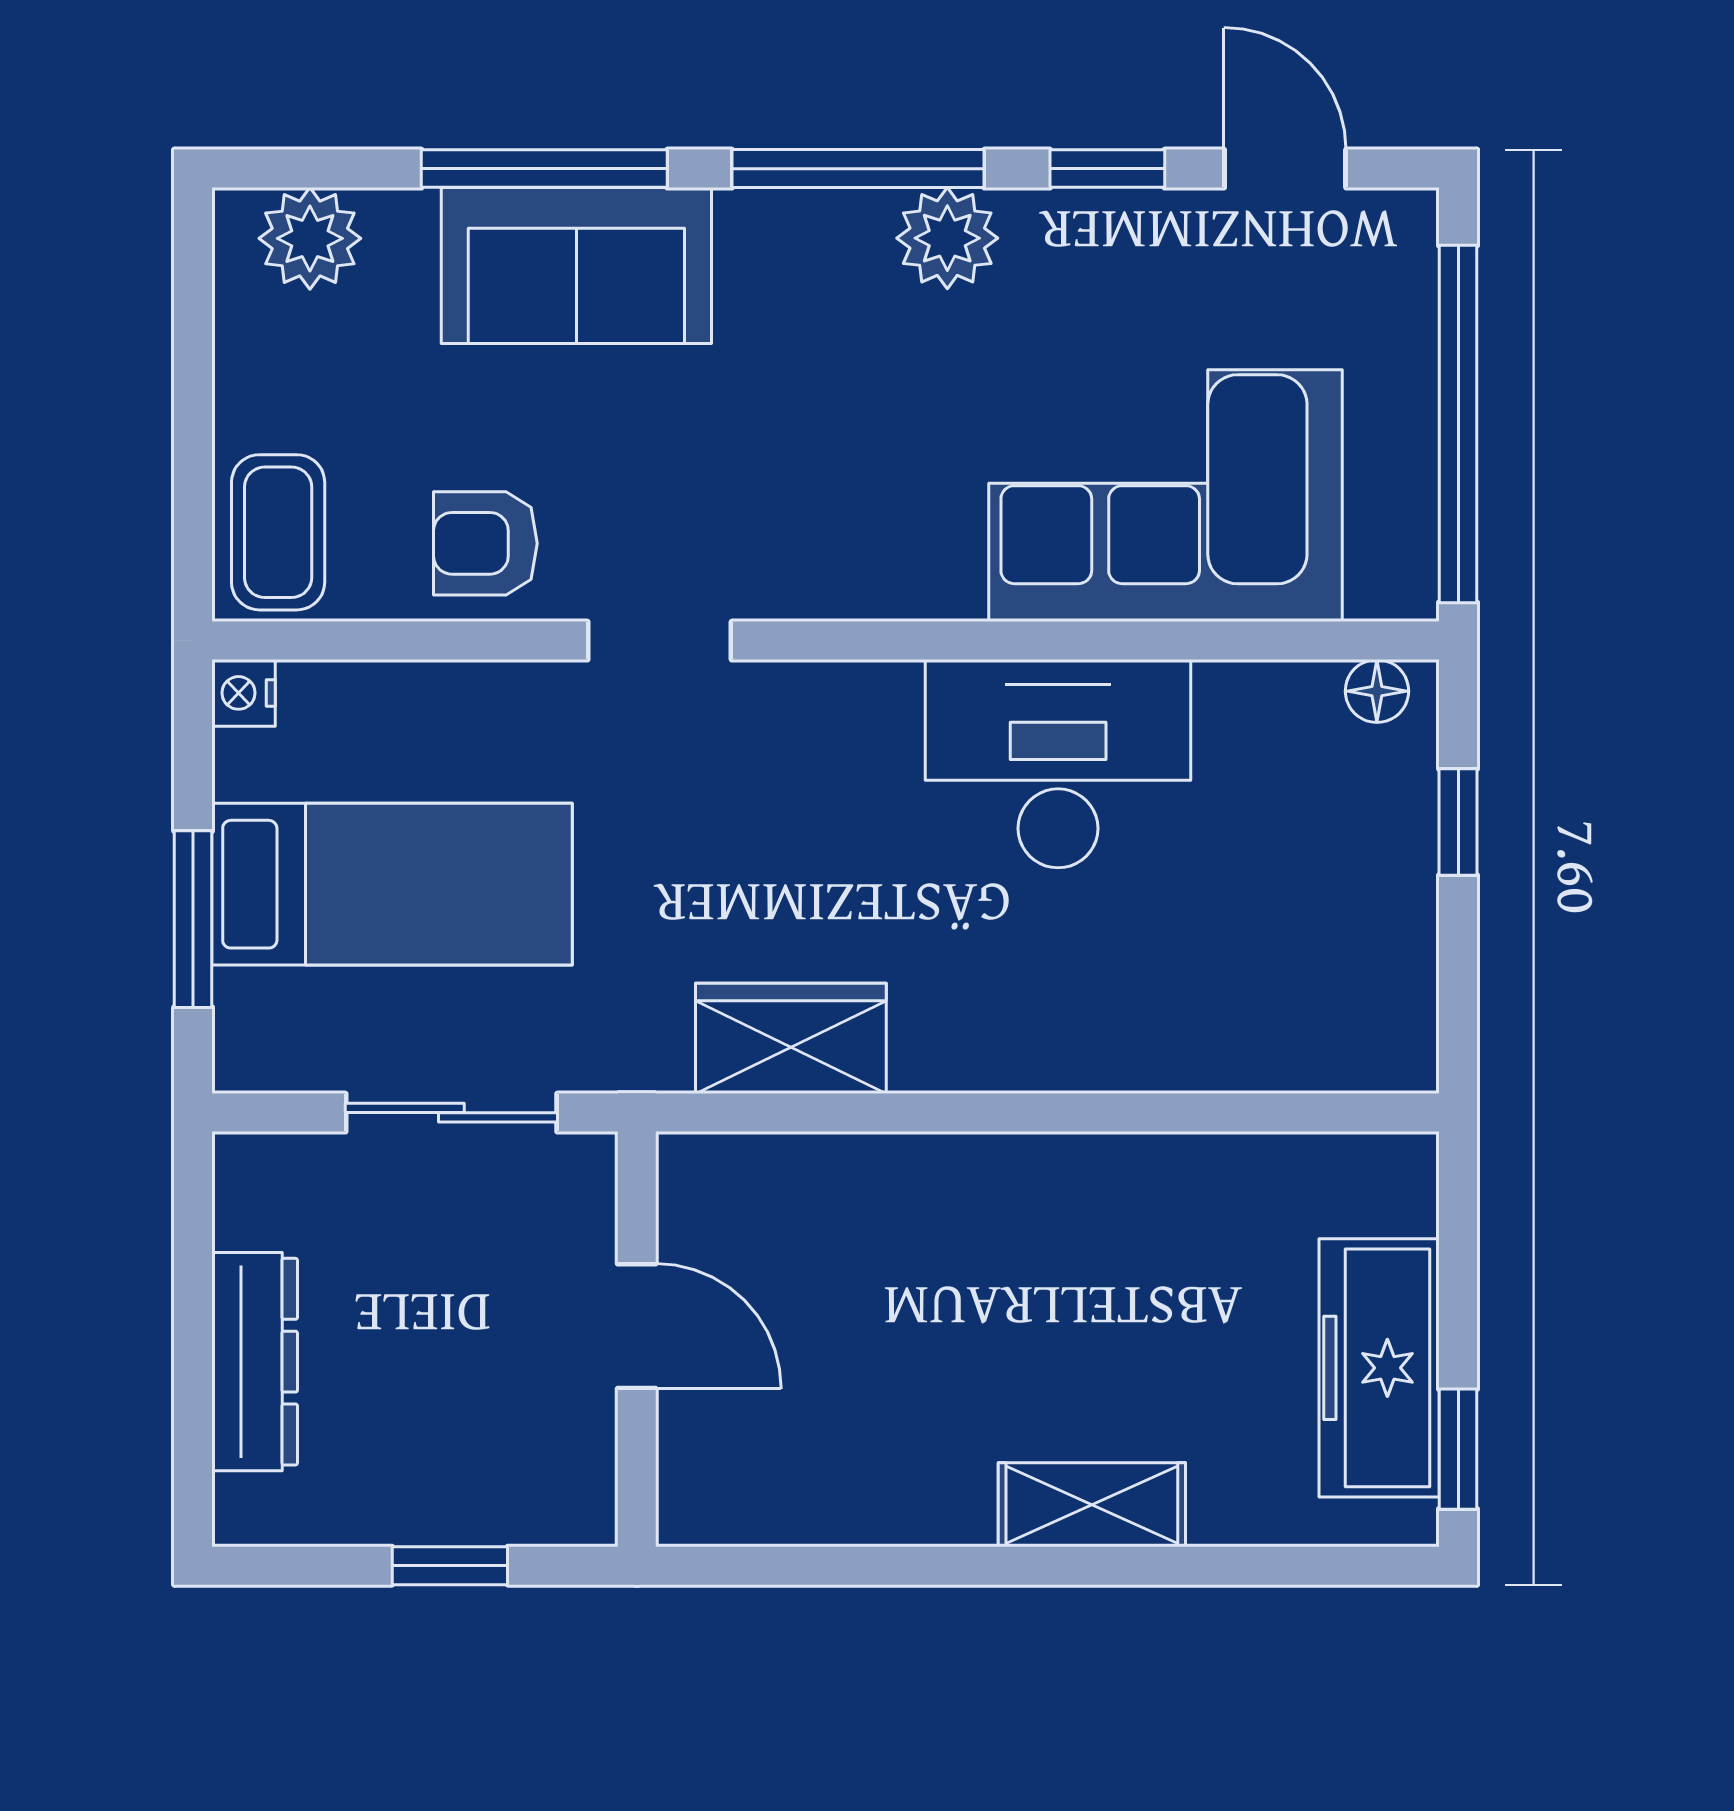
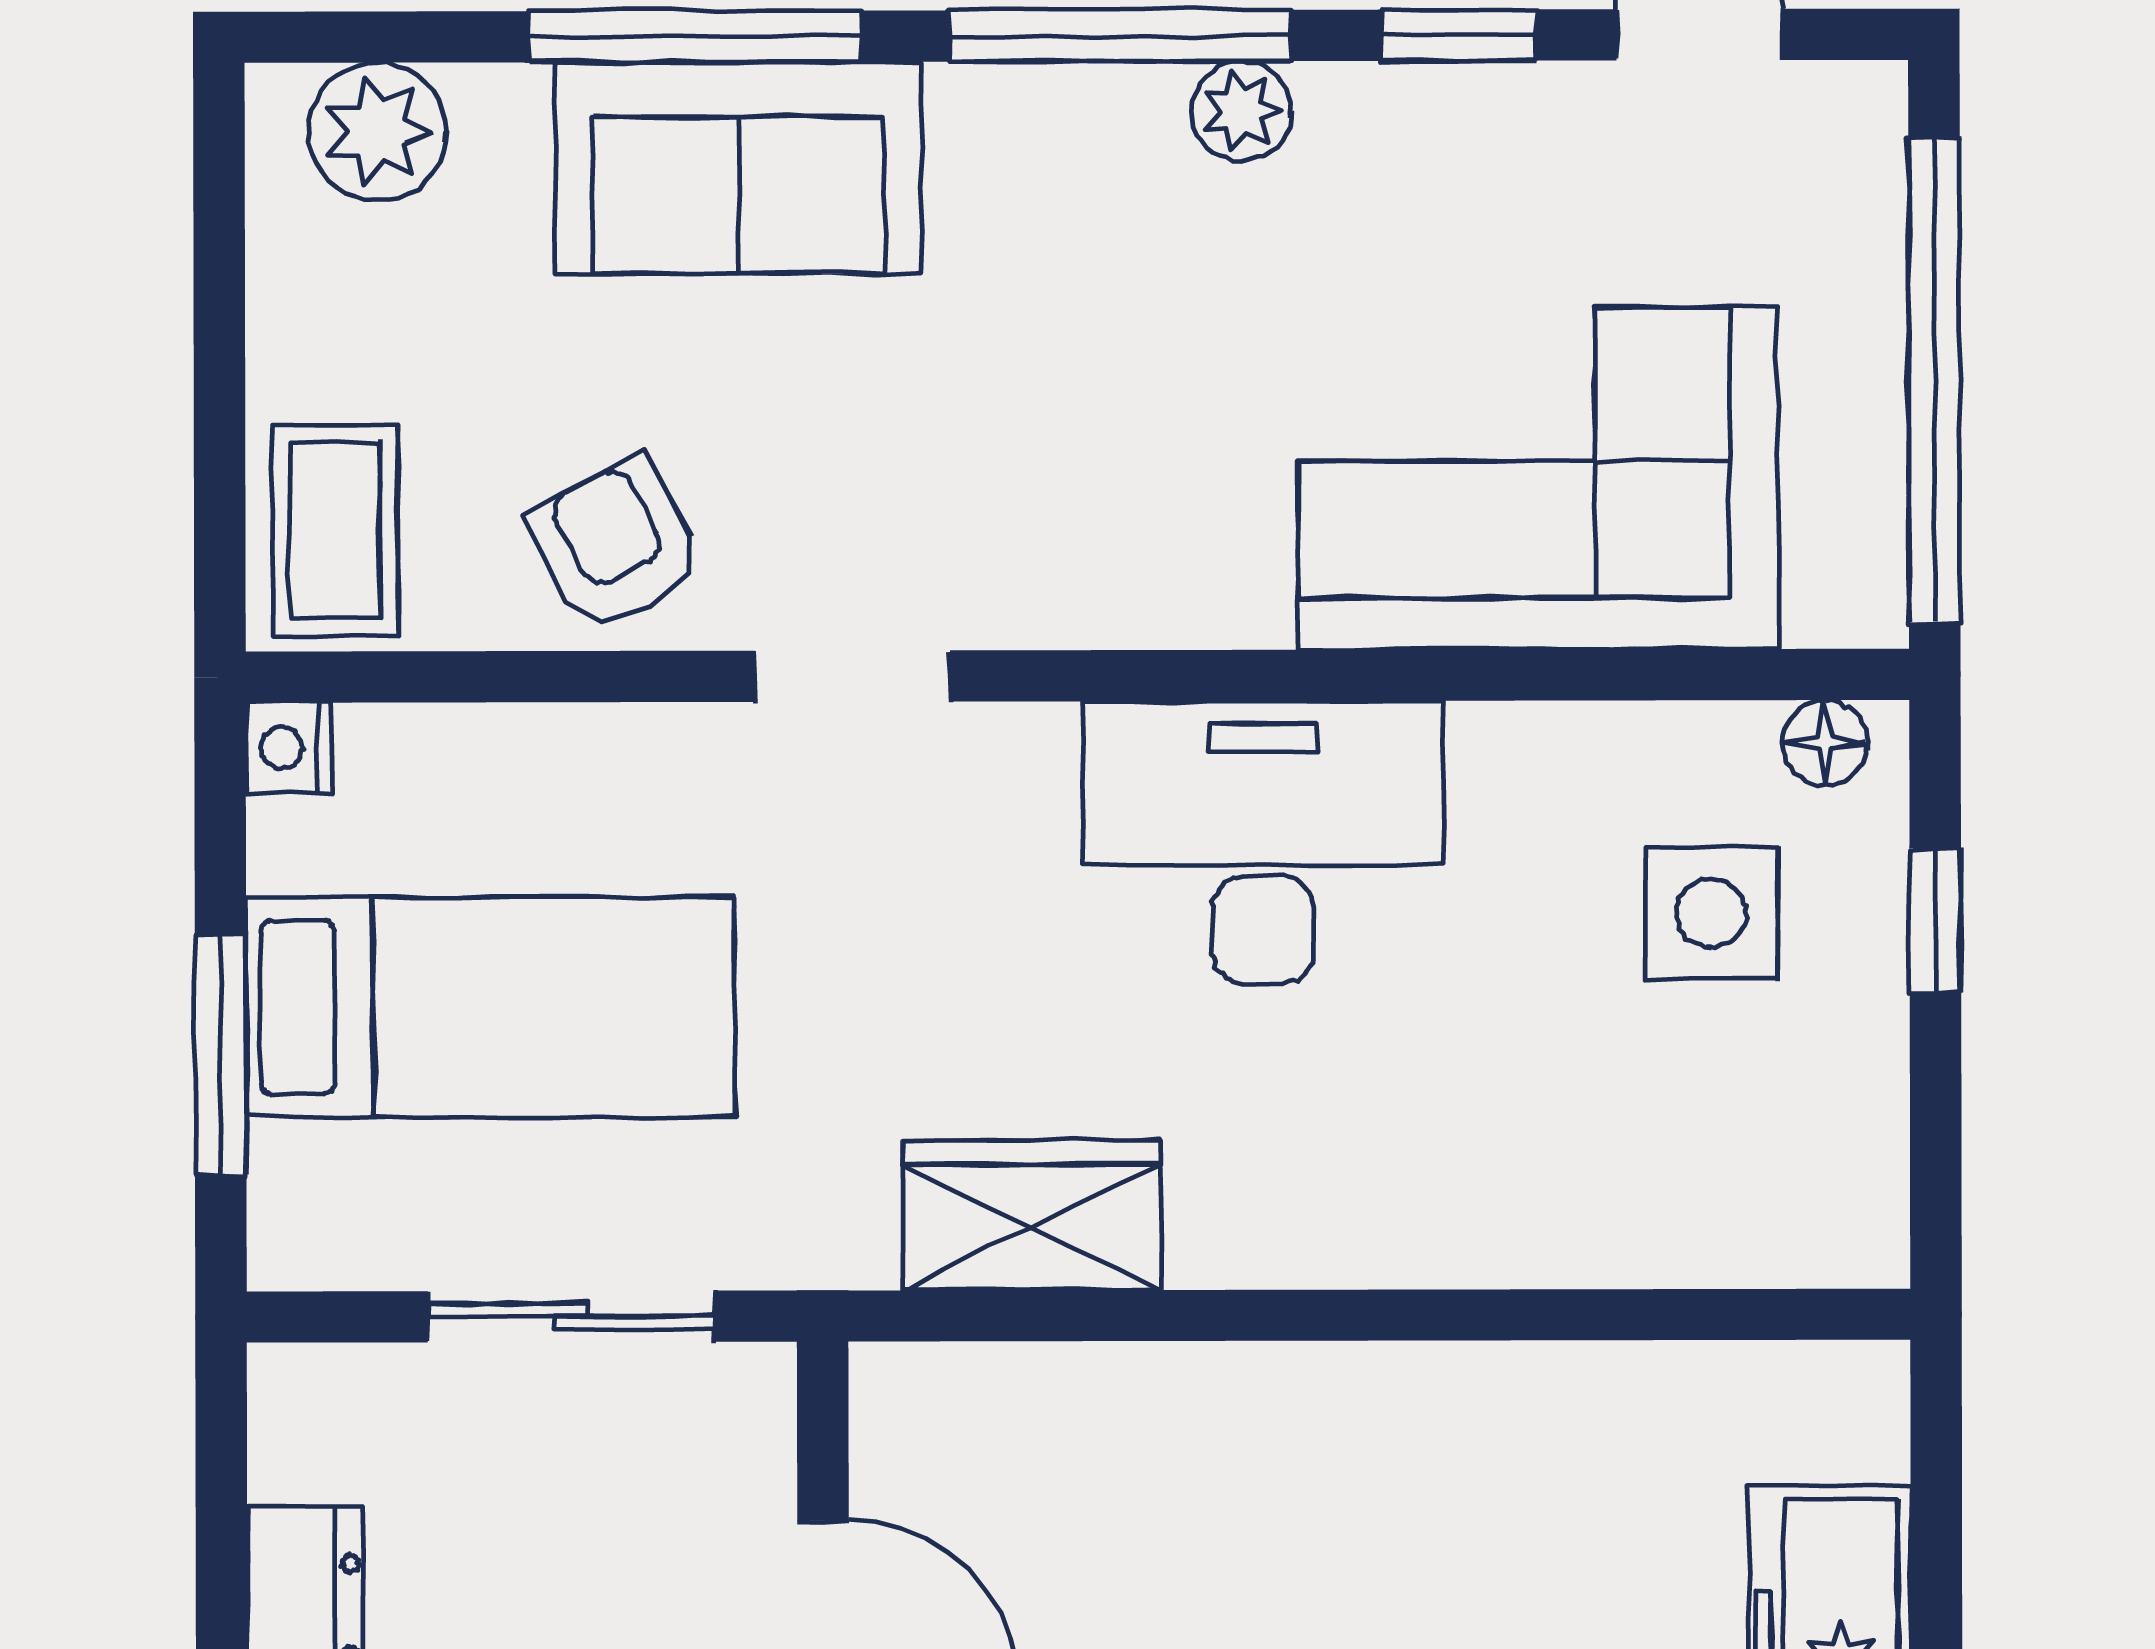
plant: (947, 238) -> (1241, 111), width x0.73, depth x0.73
armchair: (485, 543) -> (616, 545), turned 62
desk: (1058, 764) -> (1263, 842), moved
side table: (1293, 817) -> (1711, 913), added

